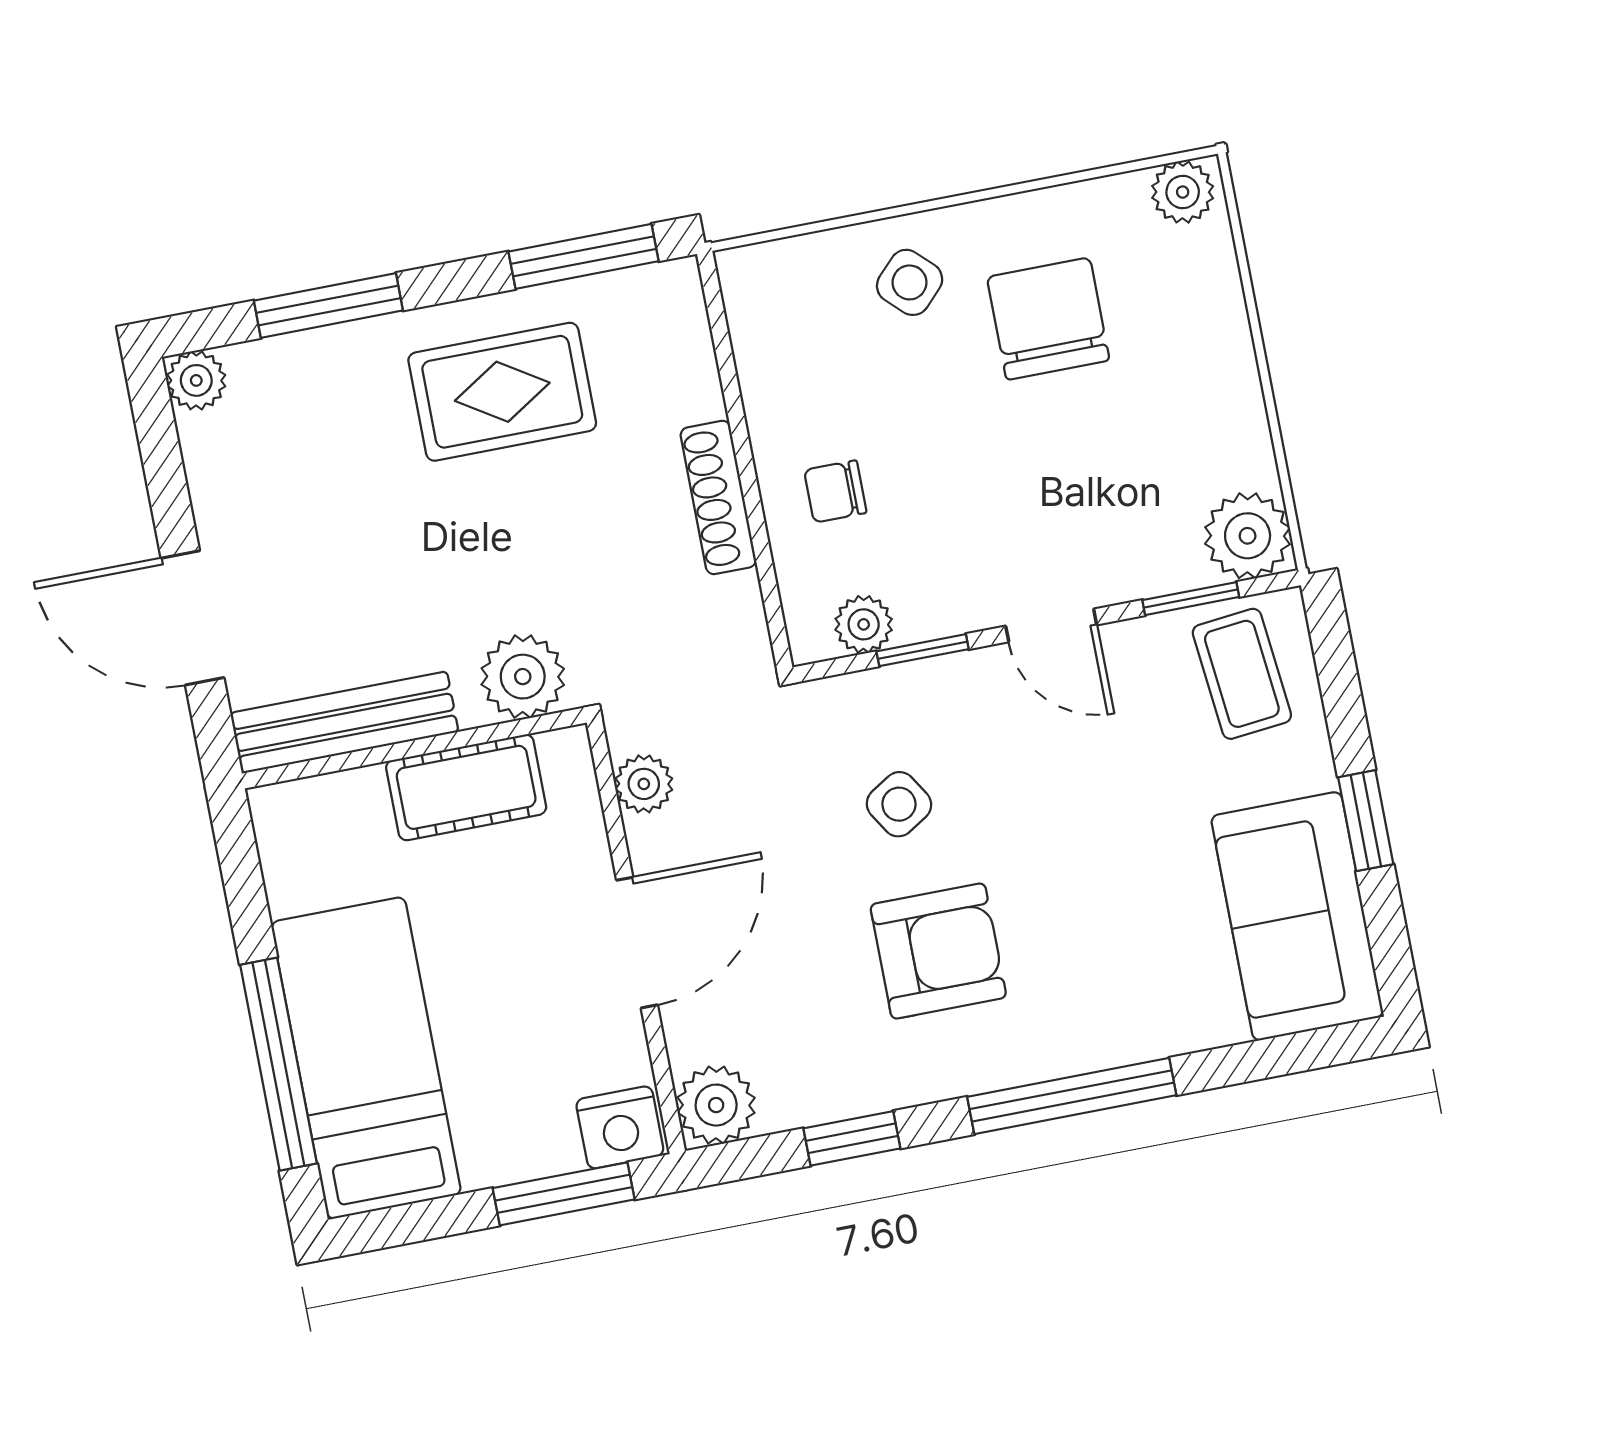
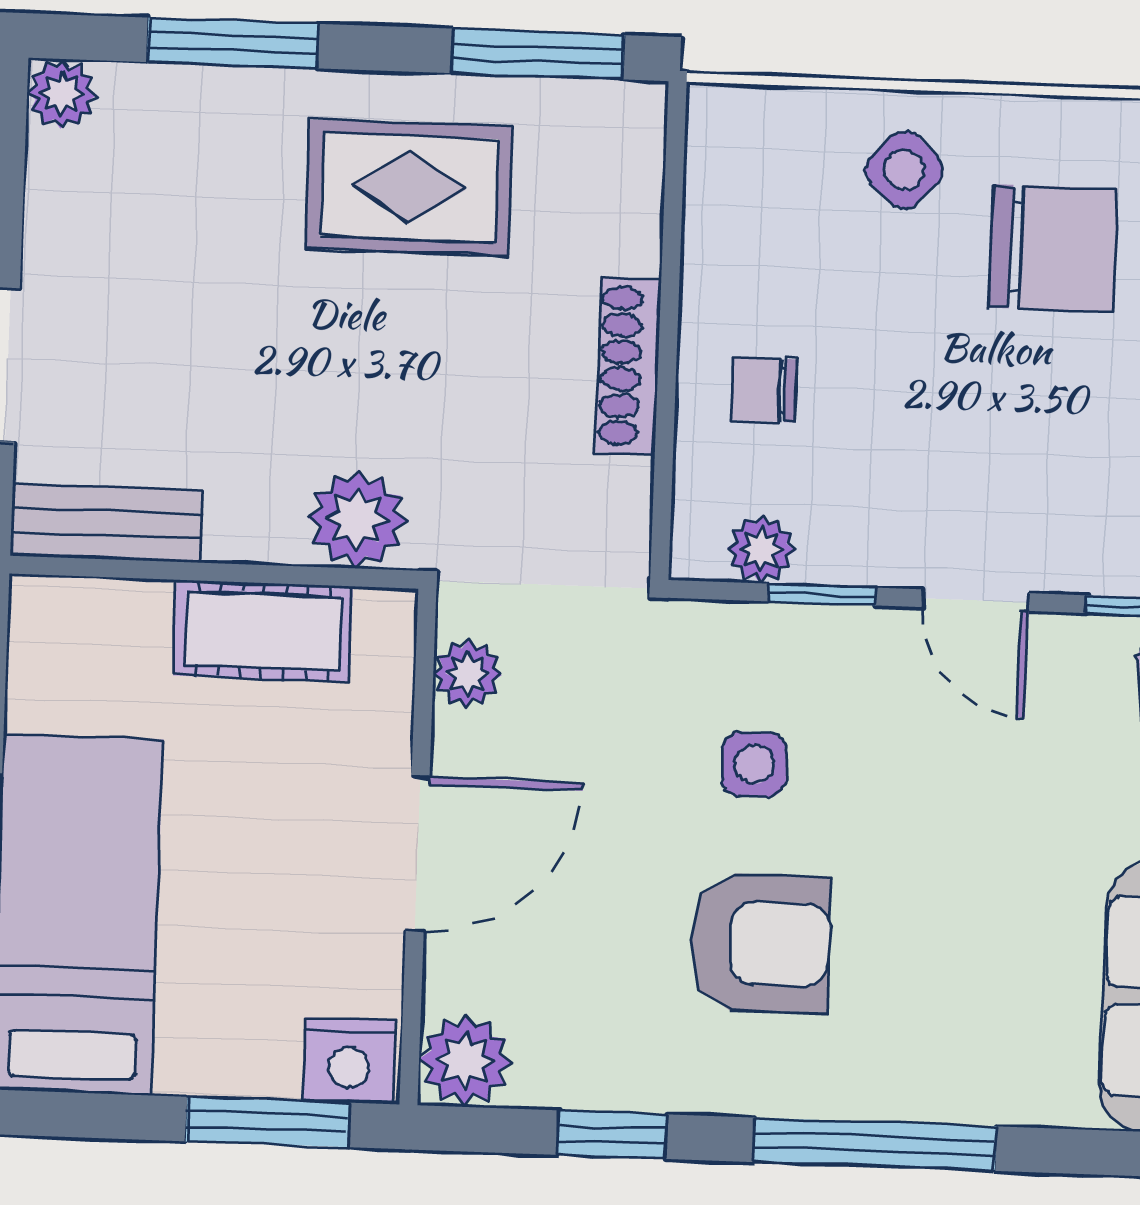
chair: (1048, 319) -> (1053, 248), turned 90
bench: (344, 722) -> (106, 523), width x0.73
side table: (899, 804) -> (754, 765), turned 32

